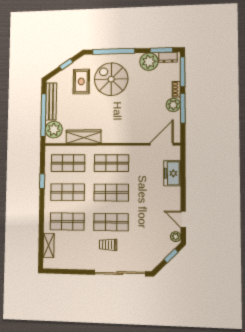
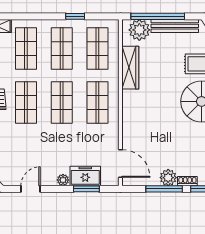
window: (183, 172) -> (86, 189), added
plant: (176, 237) -> (63, 180), moved

